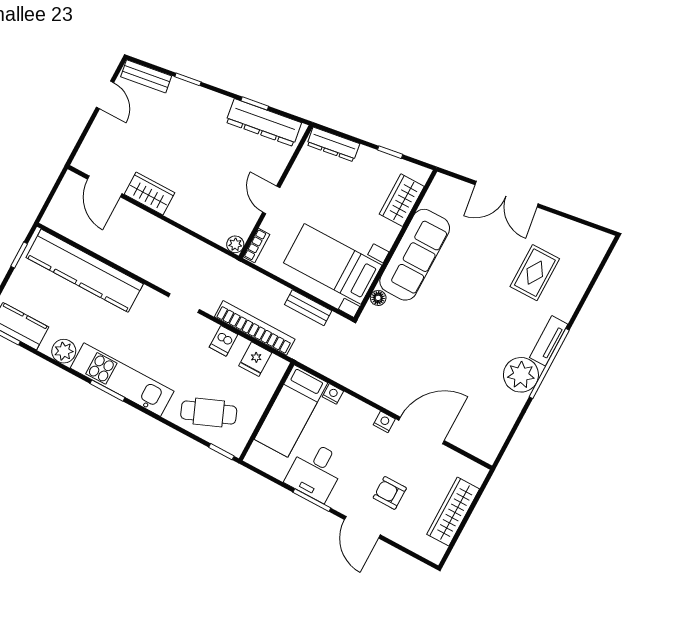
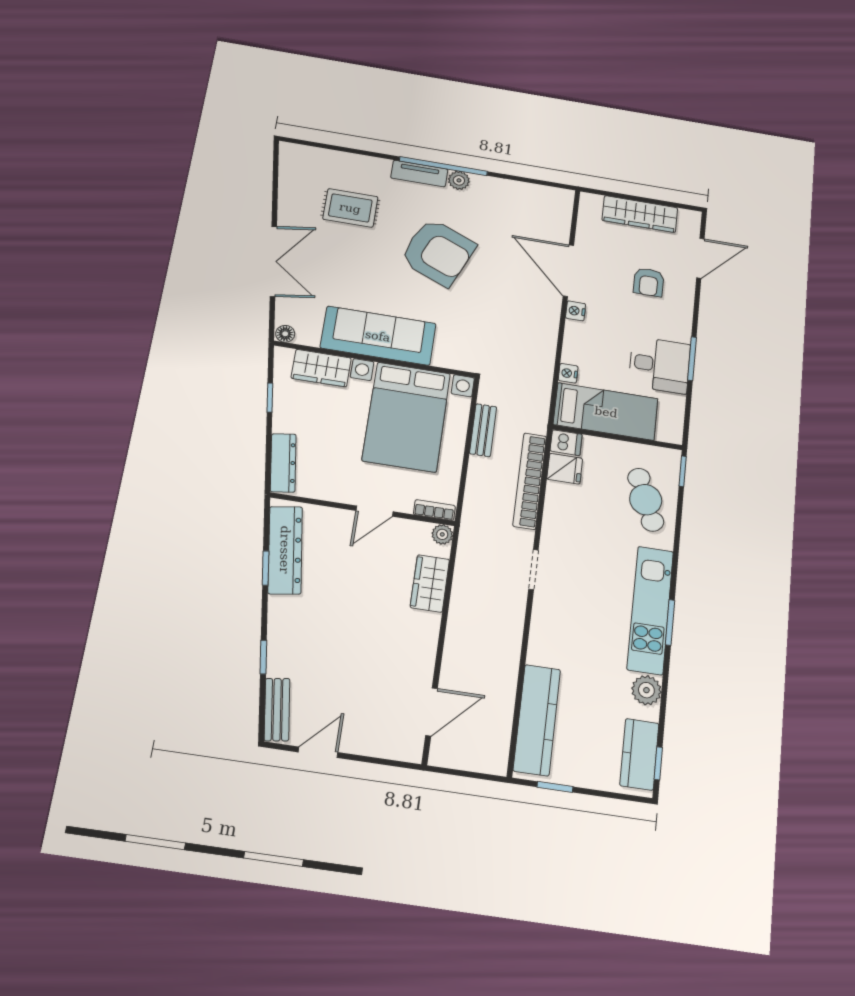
wardrobe: (150, 193) -> (430, 583), moved
bed with nightstands: (333, 264) -> (407, 417), width x1.36
kitchen counter: (85, 271) -> (537, 720), width x0.72, depth x0.86
floor lamp: (378, 298) -> (285, 334), moved
armchair: (472, 330) -> (438, 252), added
dishwasher: (223, 341) -> (566, 443), moved
plant: (521, 375) -> (459, 180), width x0.53, depth x0.53
door: (362, 527) -> (700, 258), moved

